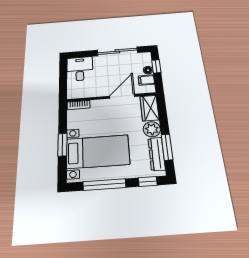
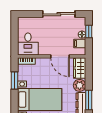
desk: (80, 69) -> (28, 44), moved, turned 180
door: (122, 96) -> (60, 56), swing flipped
window: (62, 145) -> (15, 81), moved

